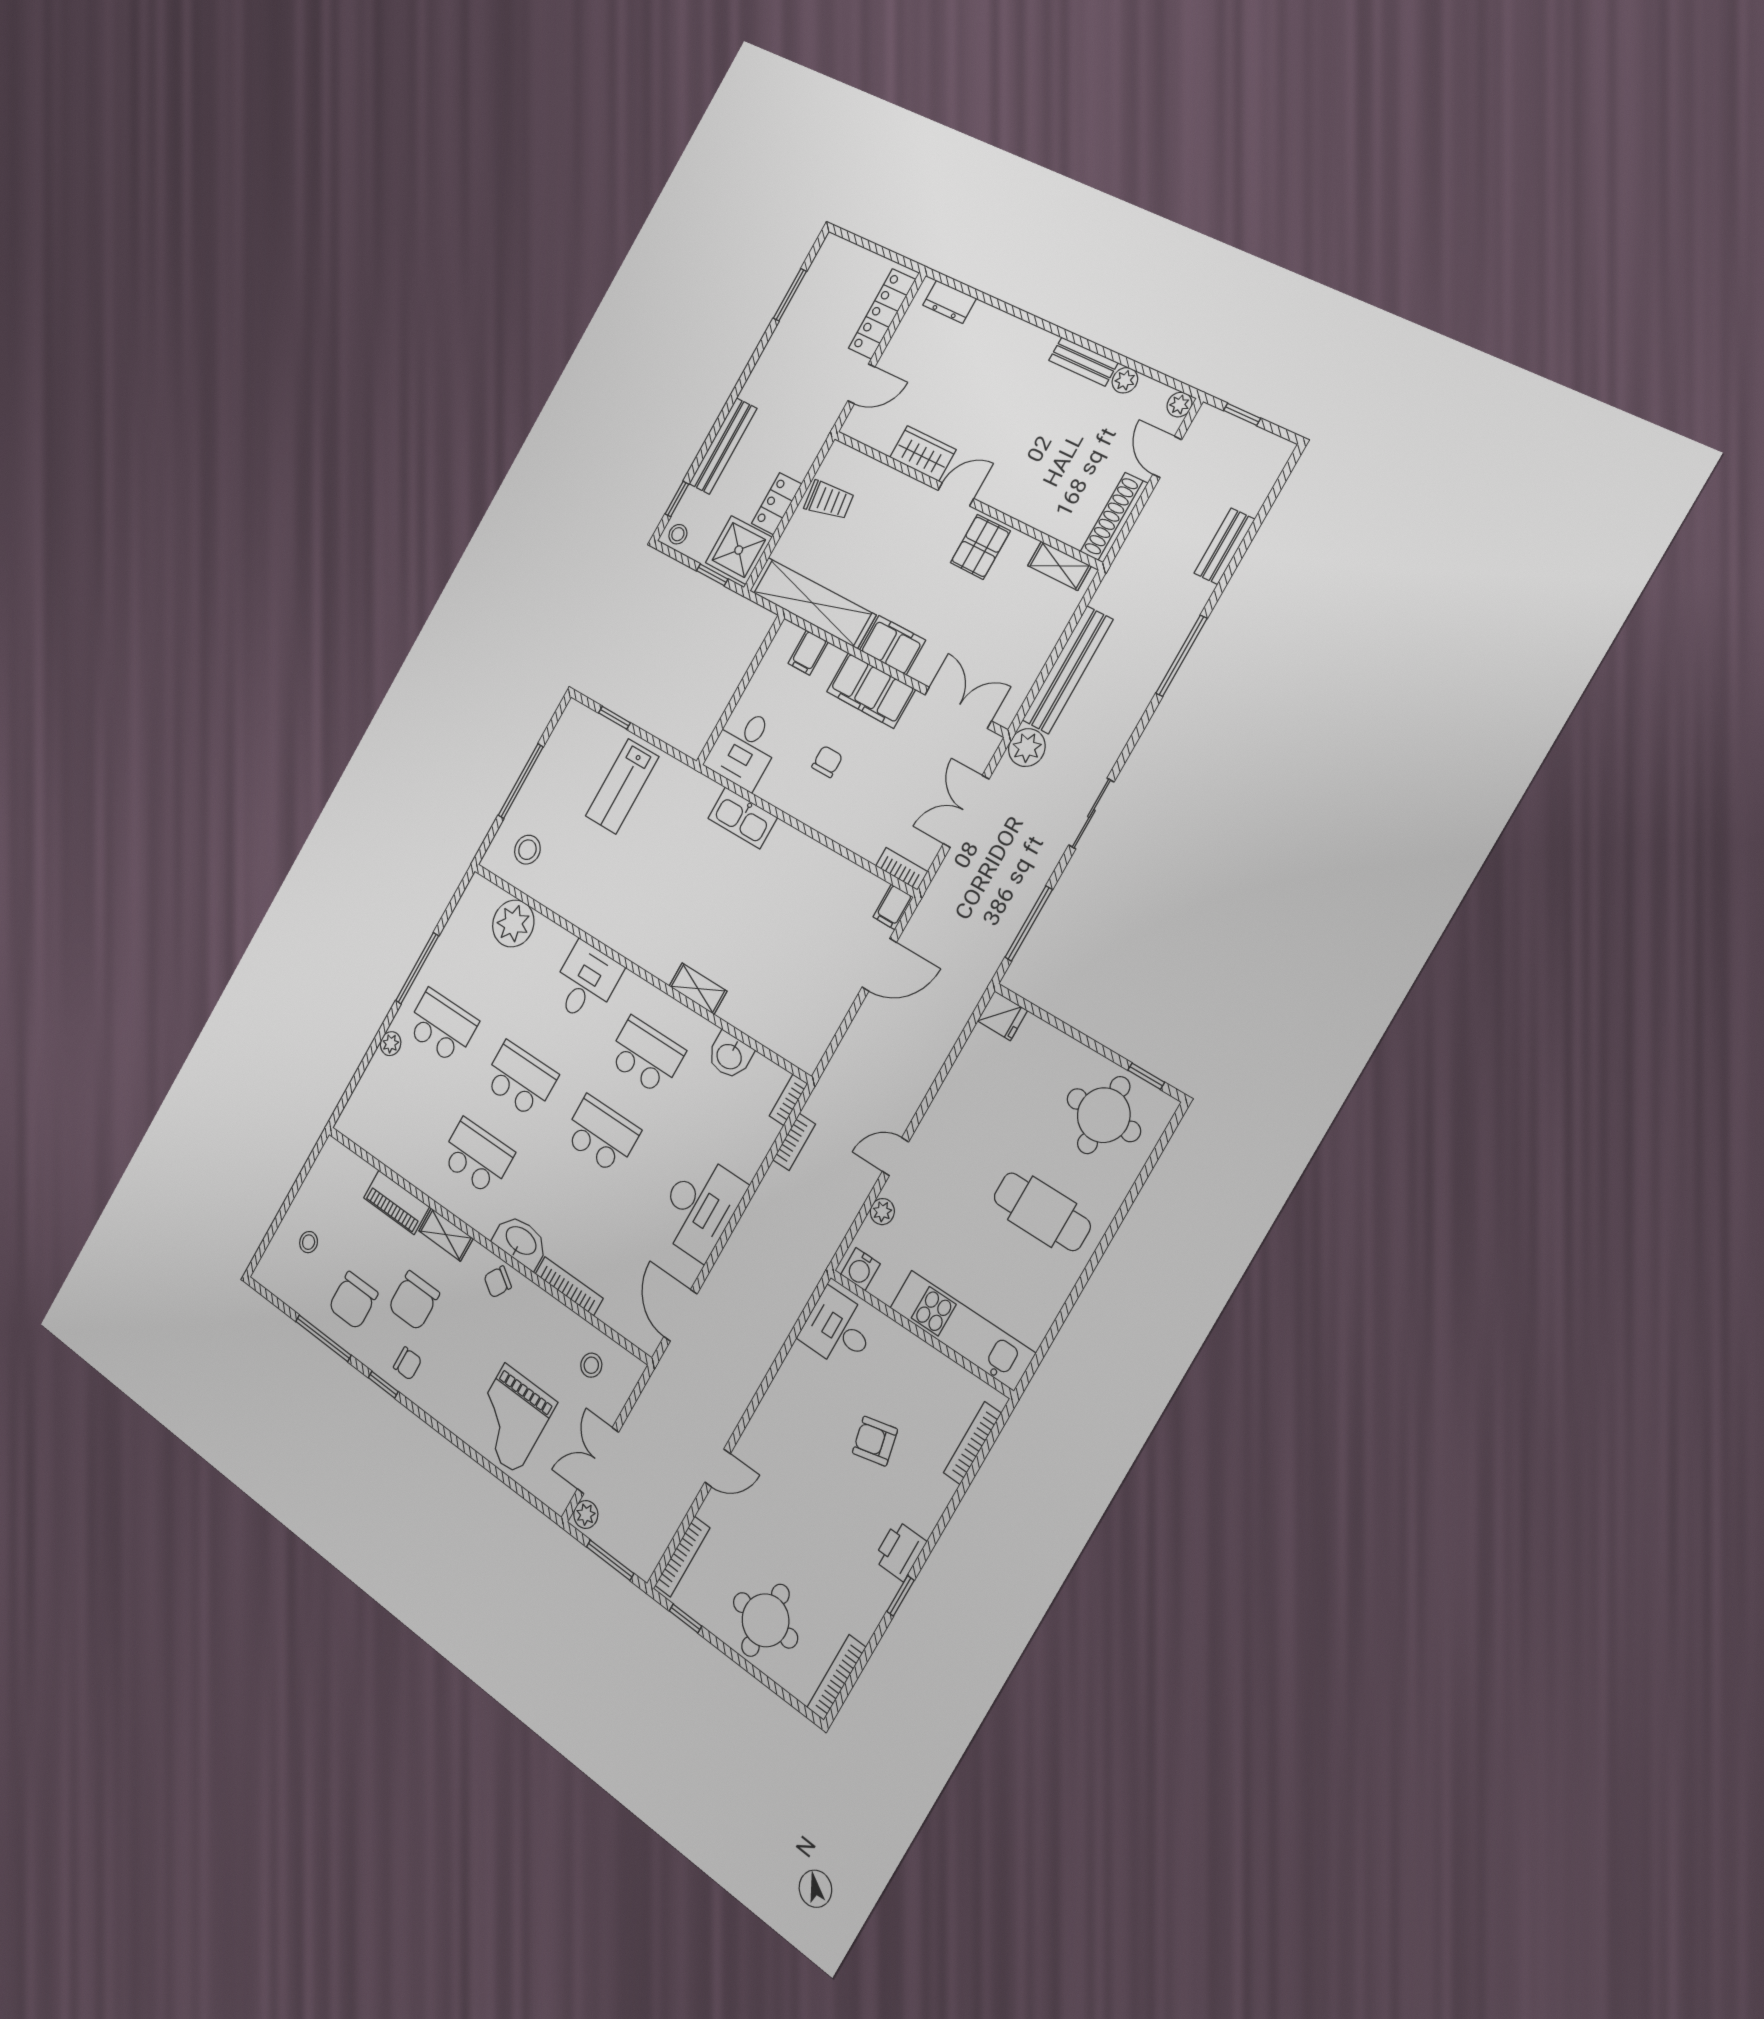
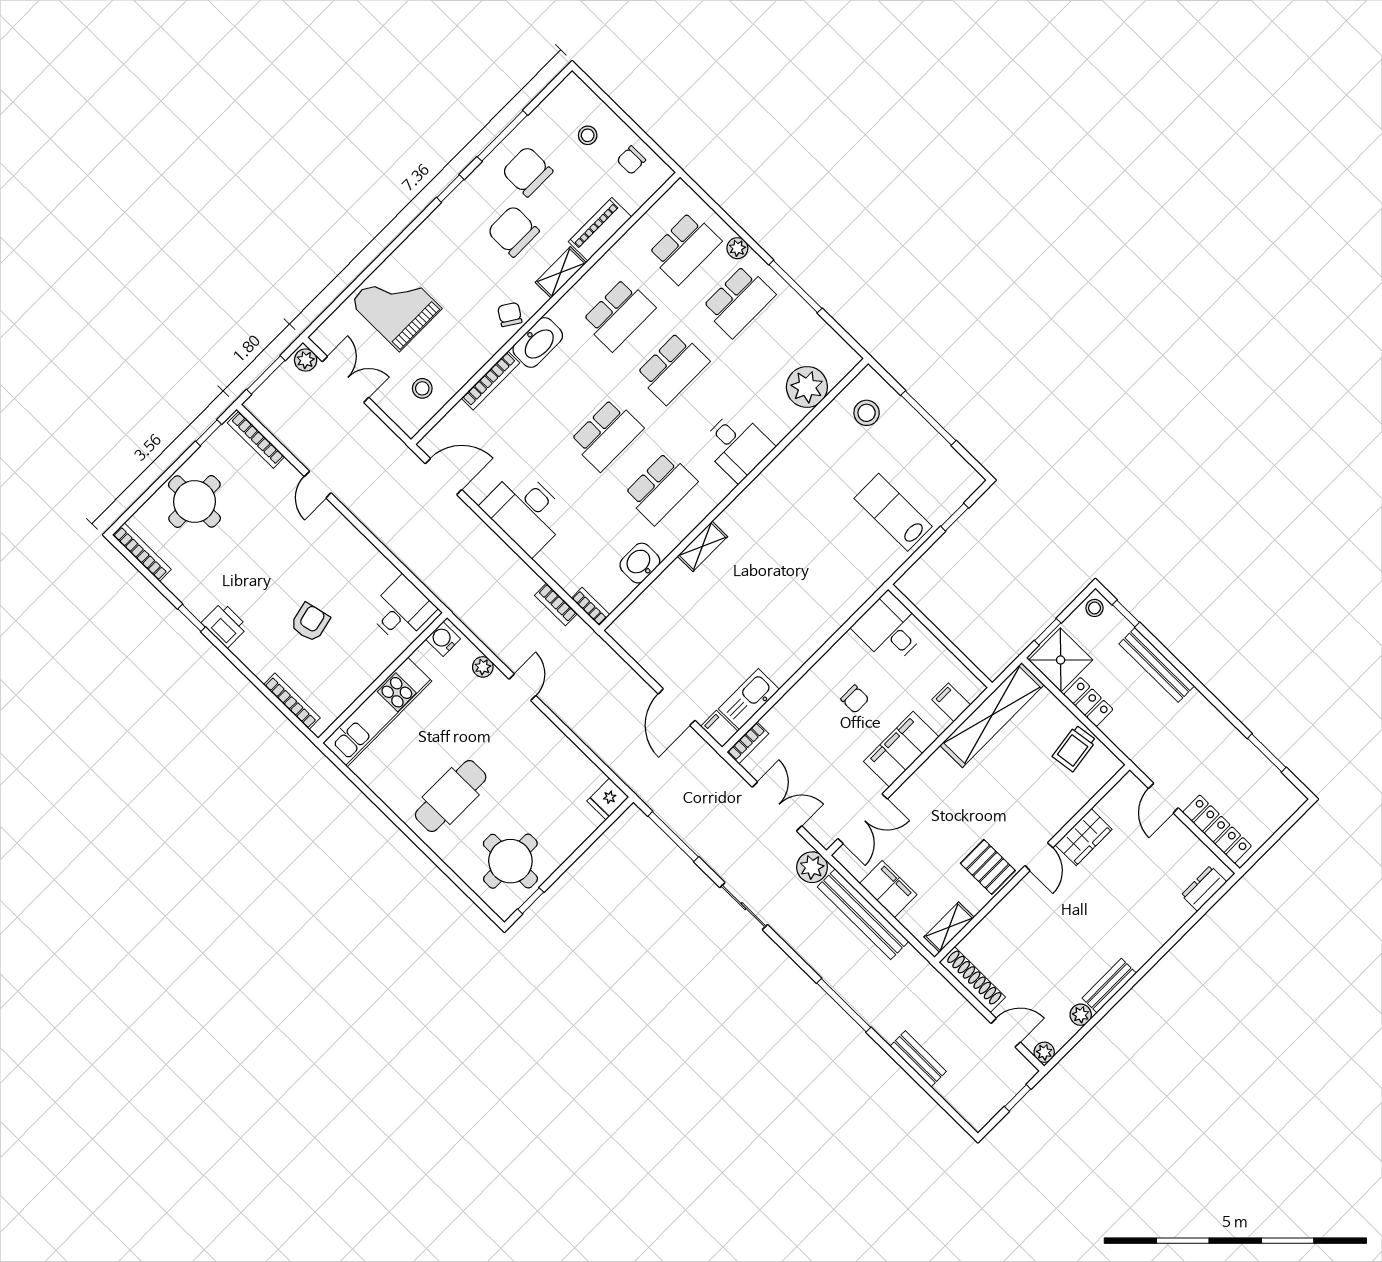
filing cabinet: (892, 645) -> (888, 889), moved, turned -90
kitchen sink: (743, 818) -> (749, 699), moved
school desk: (400, 1102) -> (685, 248), added
chair: (408, 1363) -> (631, 160), moved

